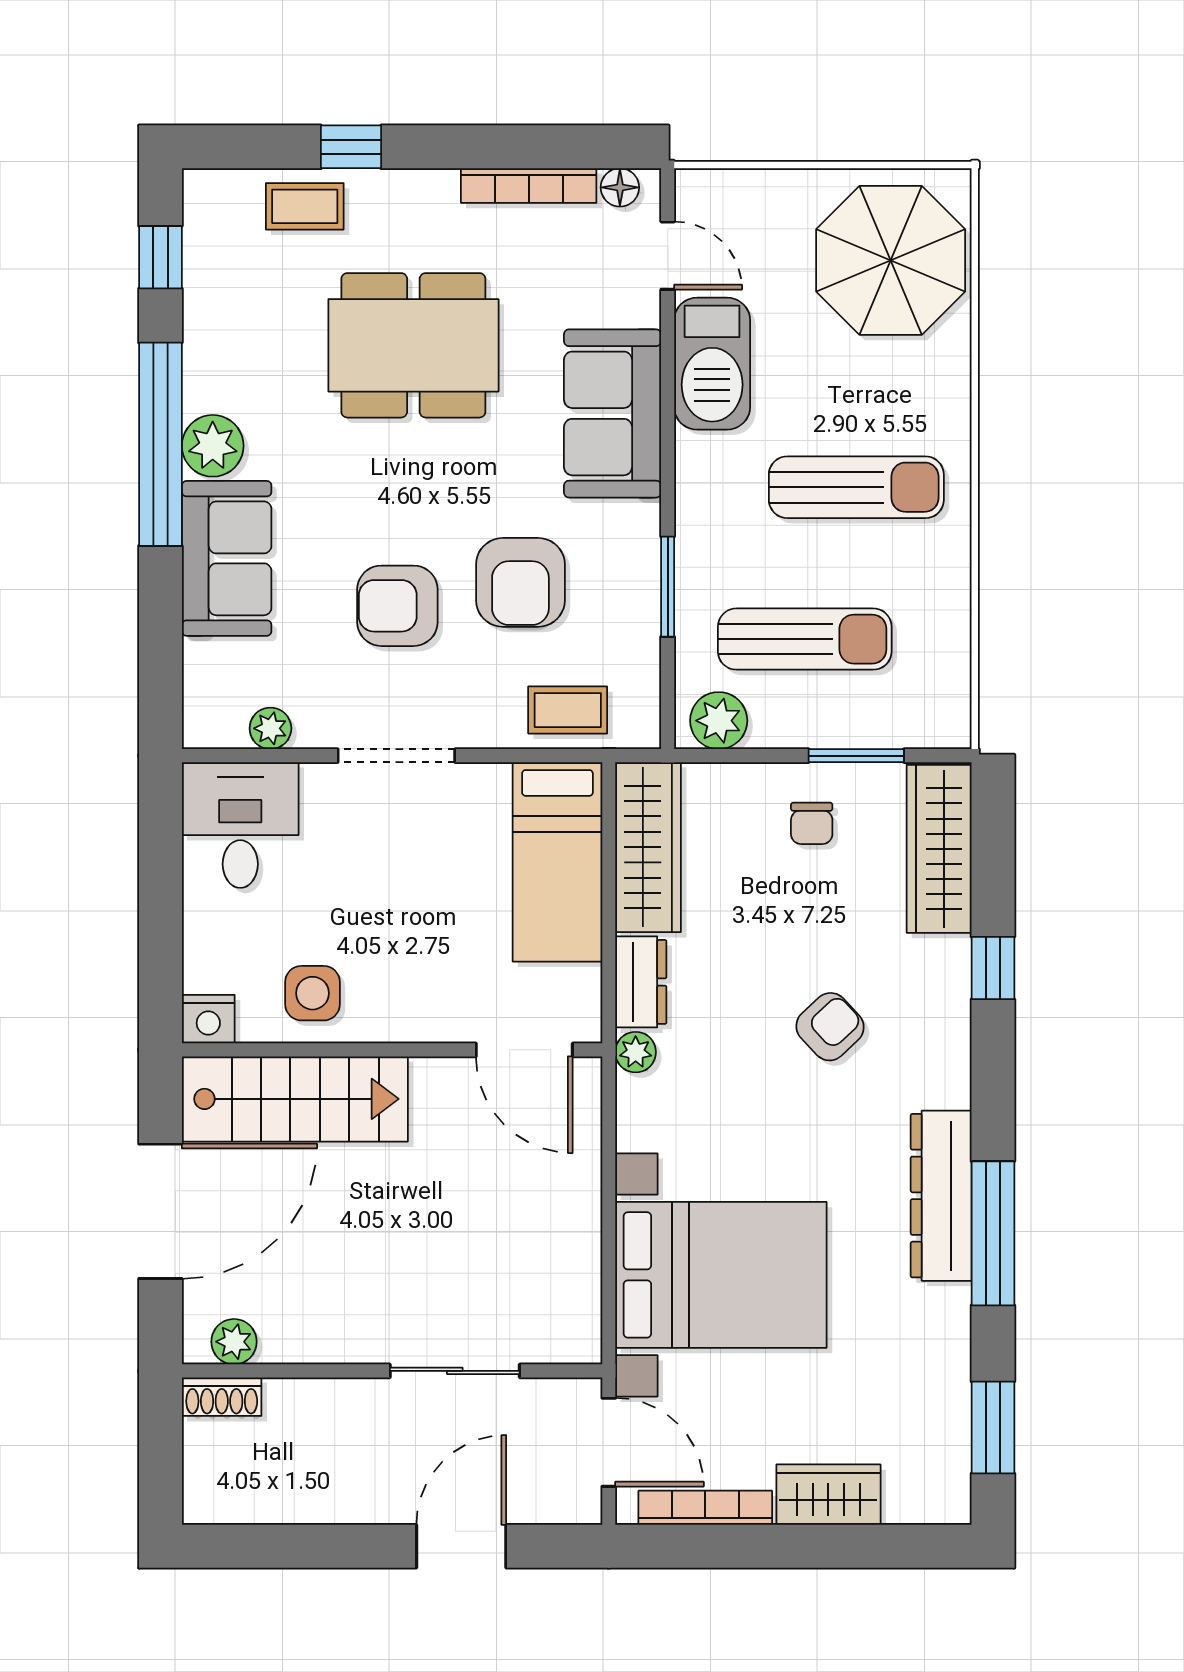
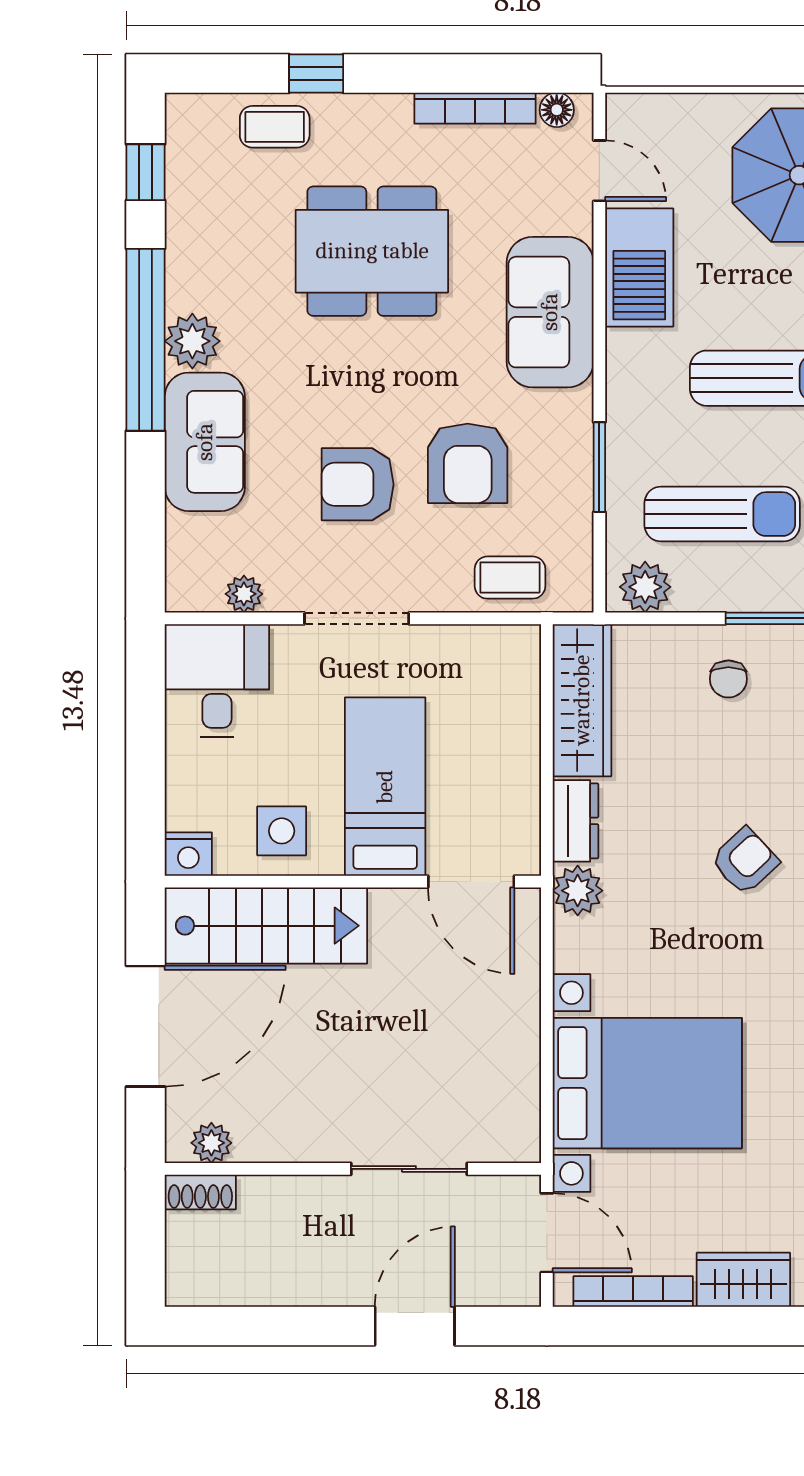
bed: (557, 862) -> (385, 787), moved, turned 180
plant: (636, 1052) -> (578, 891), width x1.38, depth x1.38

